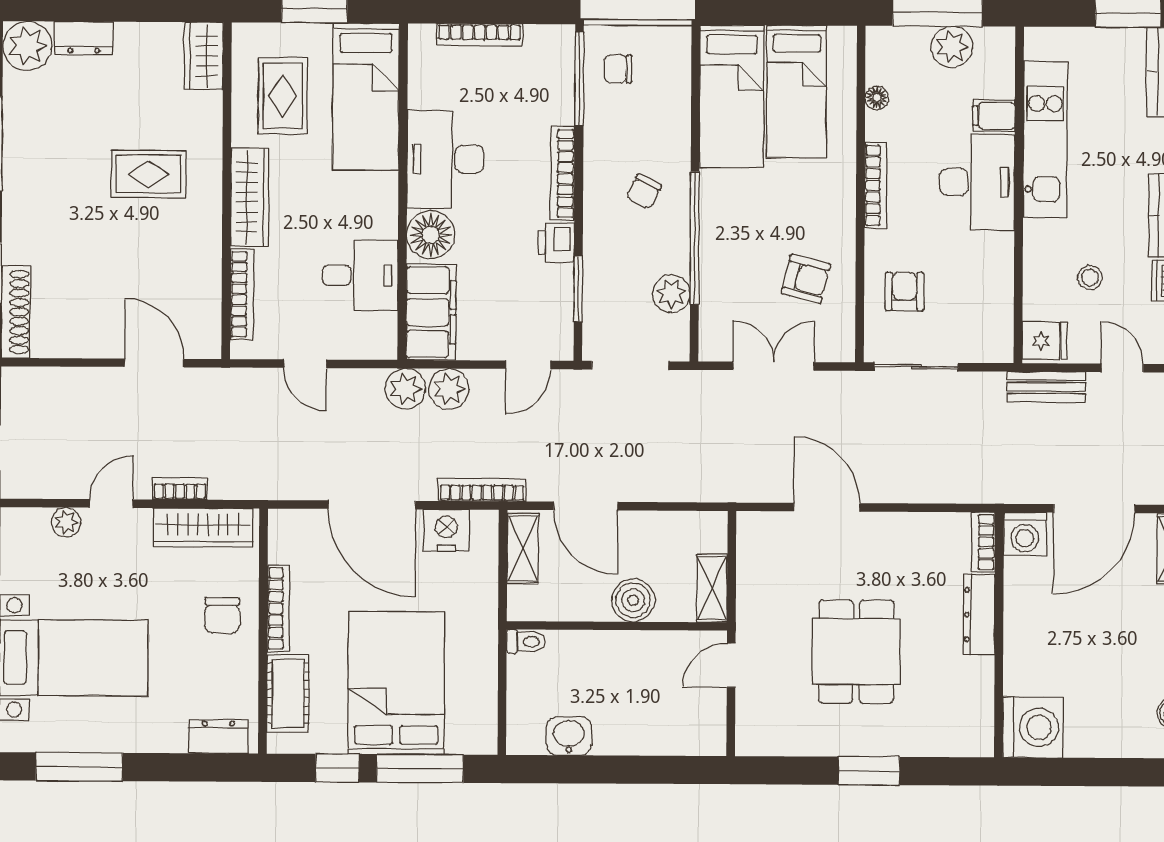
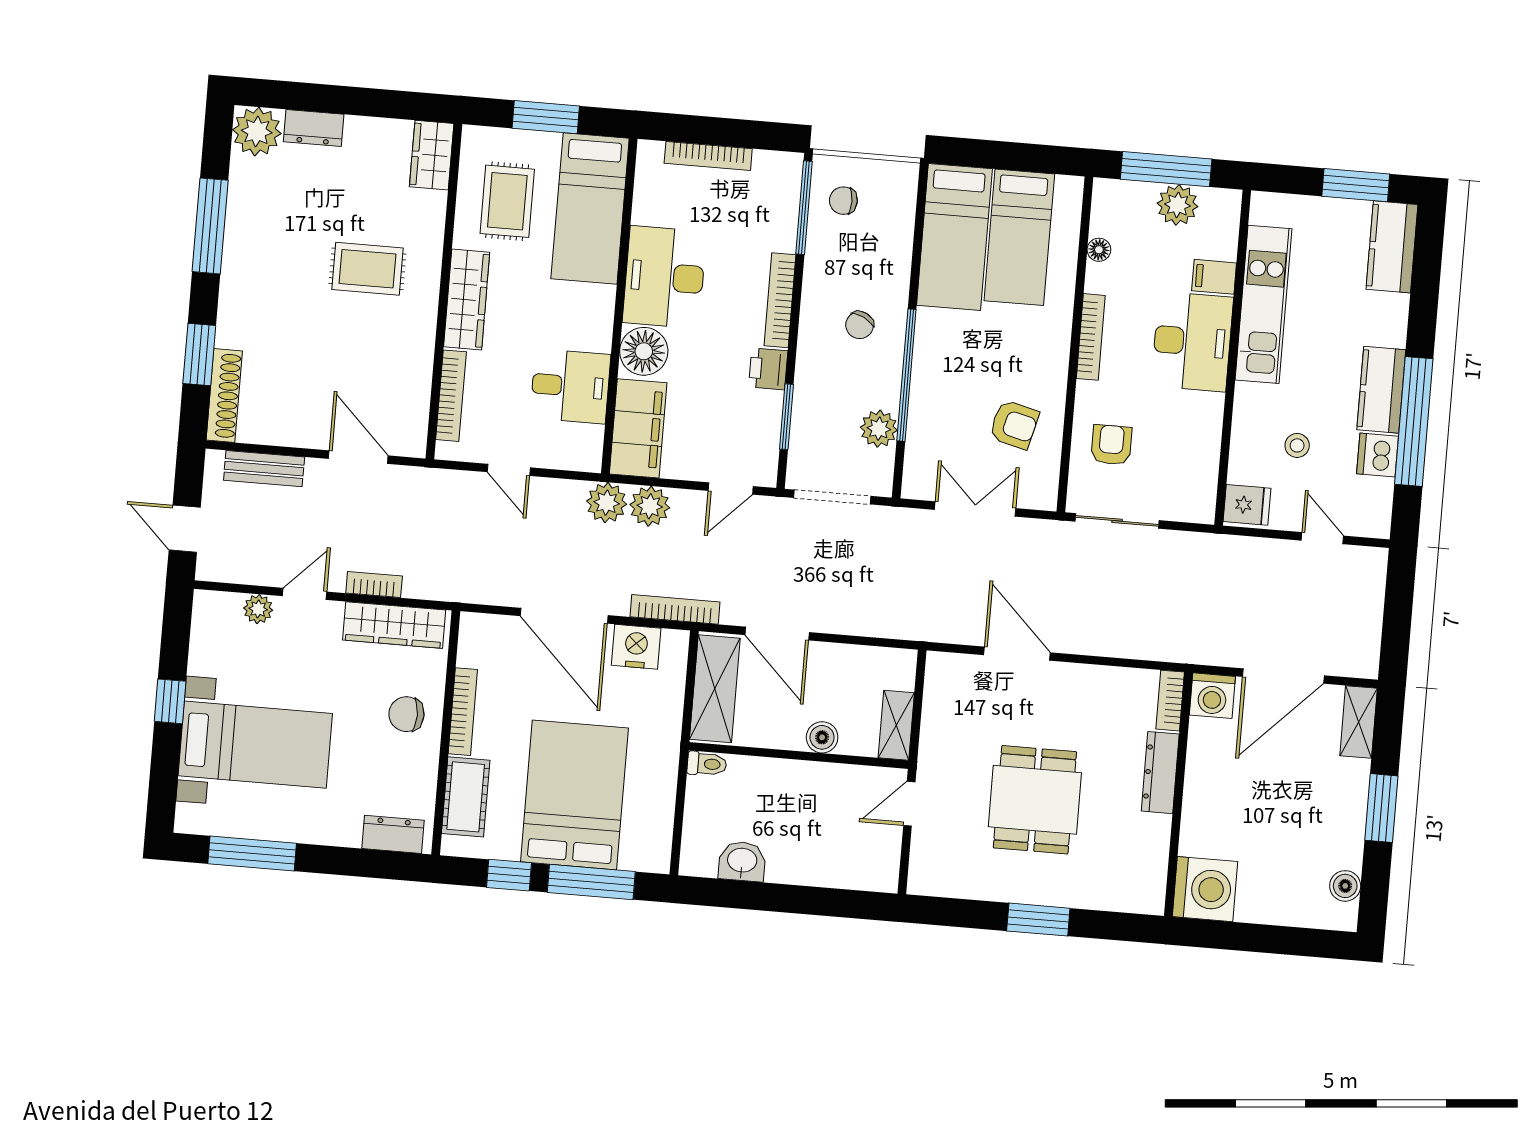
bench: (1046, 387) -> (264, 469), moved
shelving: (523, 548) -> (715, 689), width x1.50, depth x1.33
boiler: (633, 600) -> (822, 737), width x0.73, depth x0.73
chair: (222, 615) -> (406, 714), turned 90

